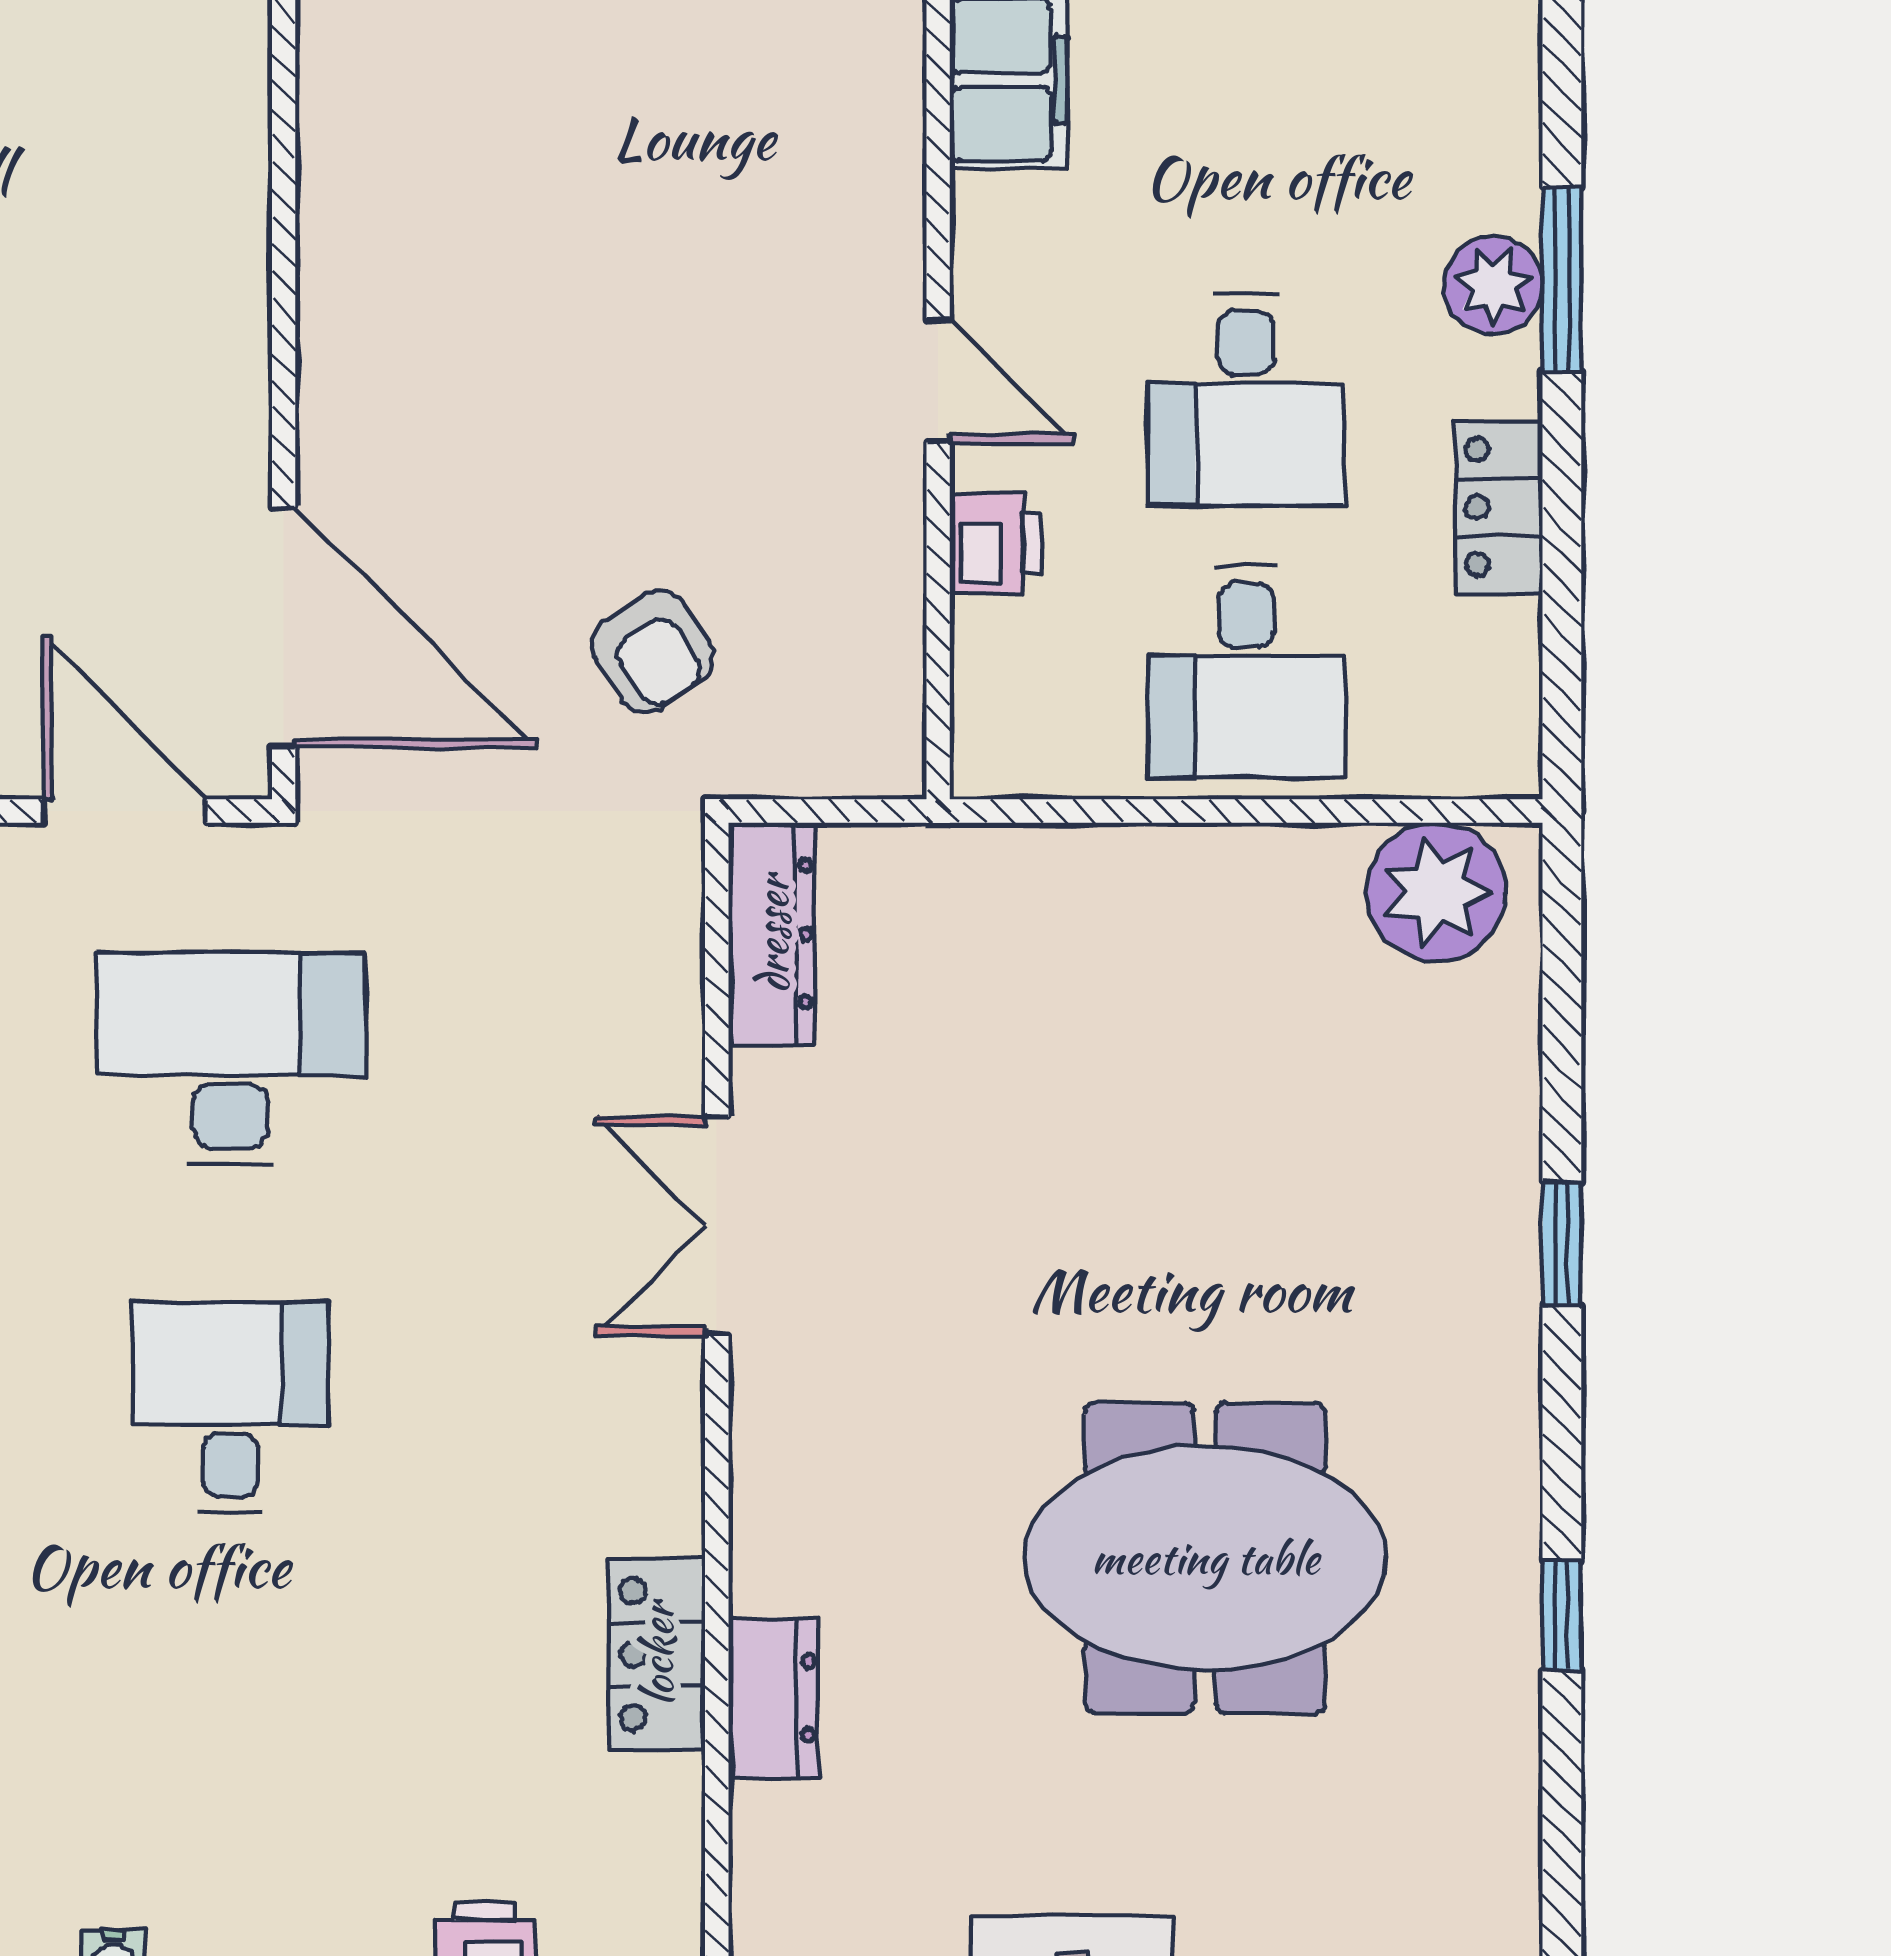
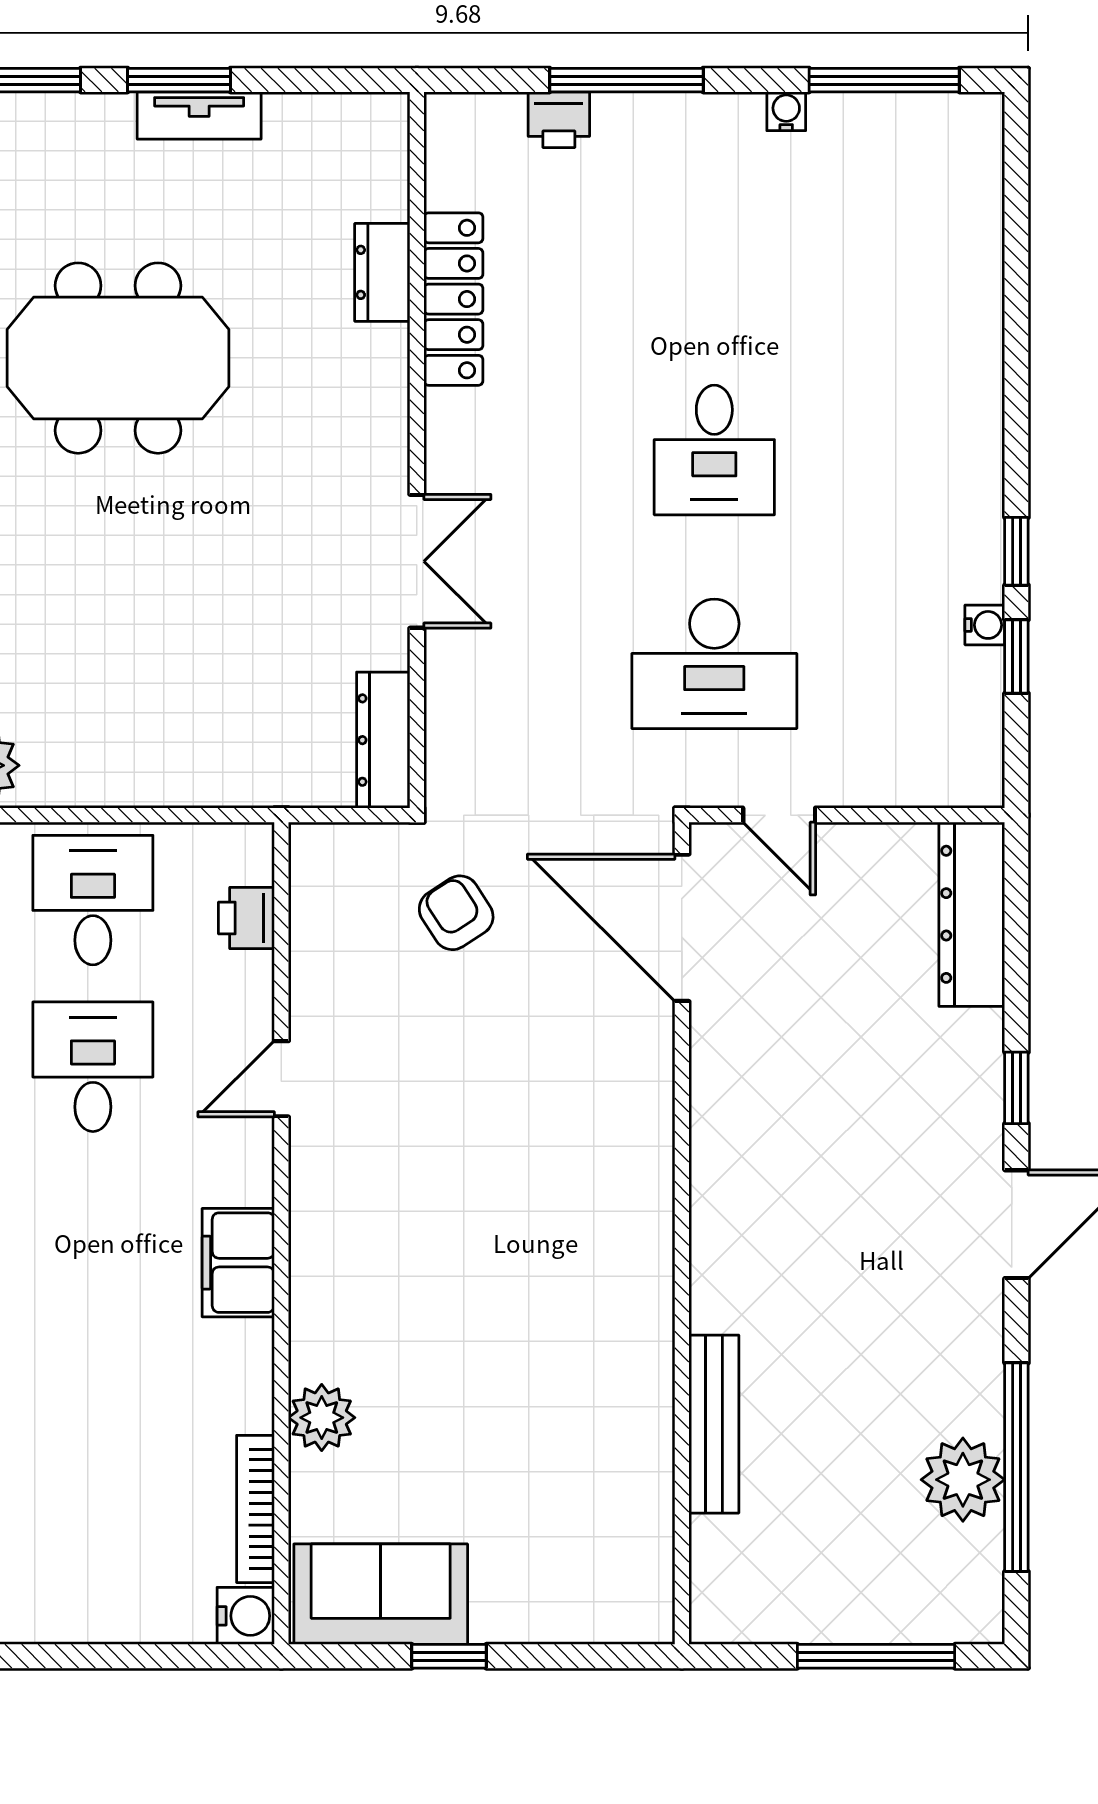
door: (938, 380) -> (281, 1079), hinge flipped
printer: (995, 544) -> (246, 918), moved
door: (125, 811) -> (779, 815), width x0.73
locker: (657, 1654) -> (453, 299), width x1.53

